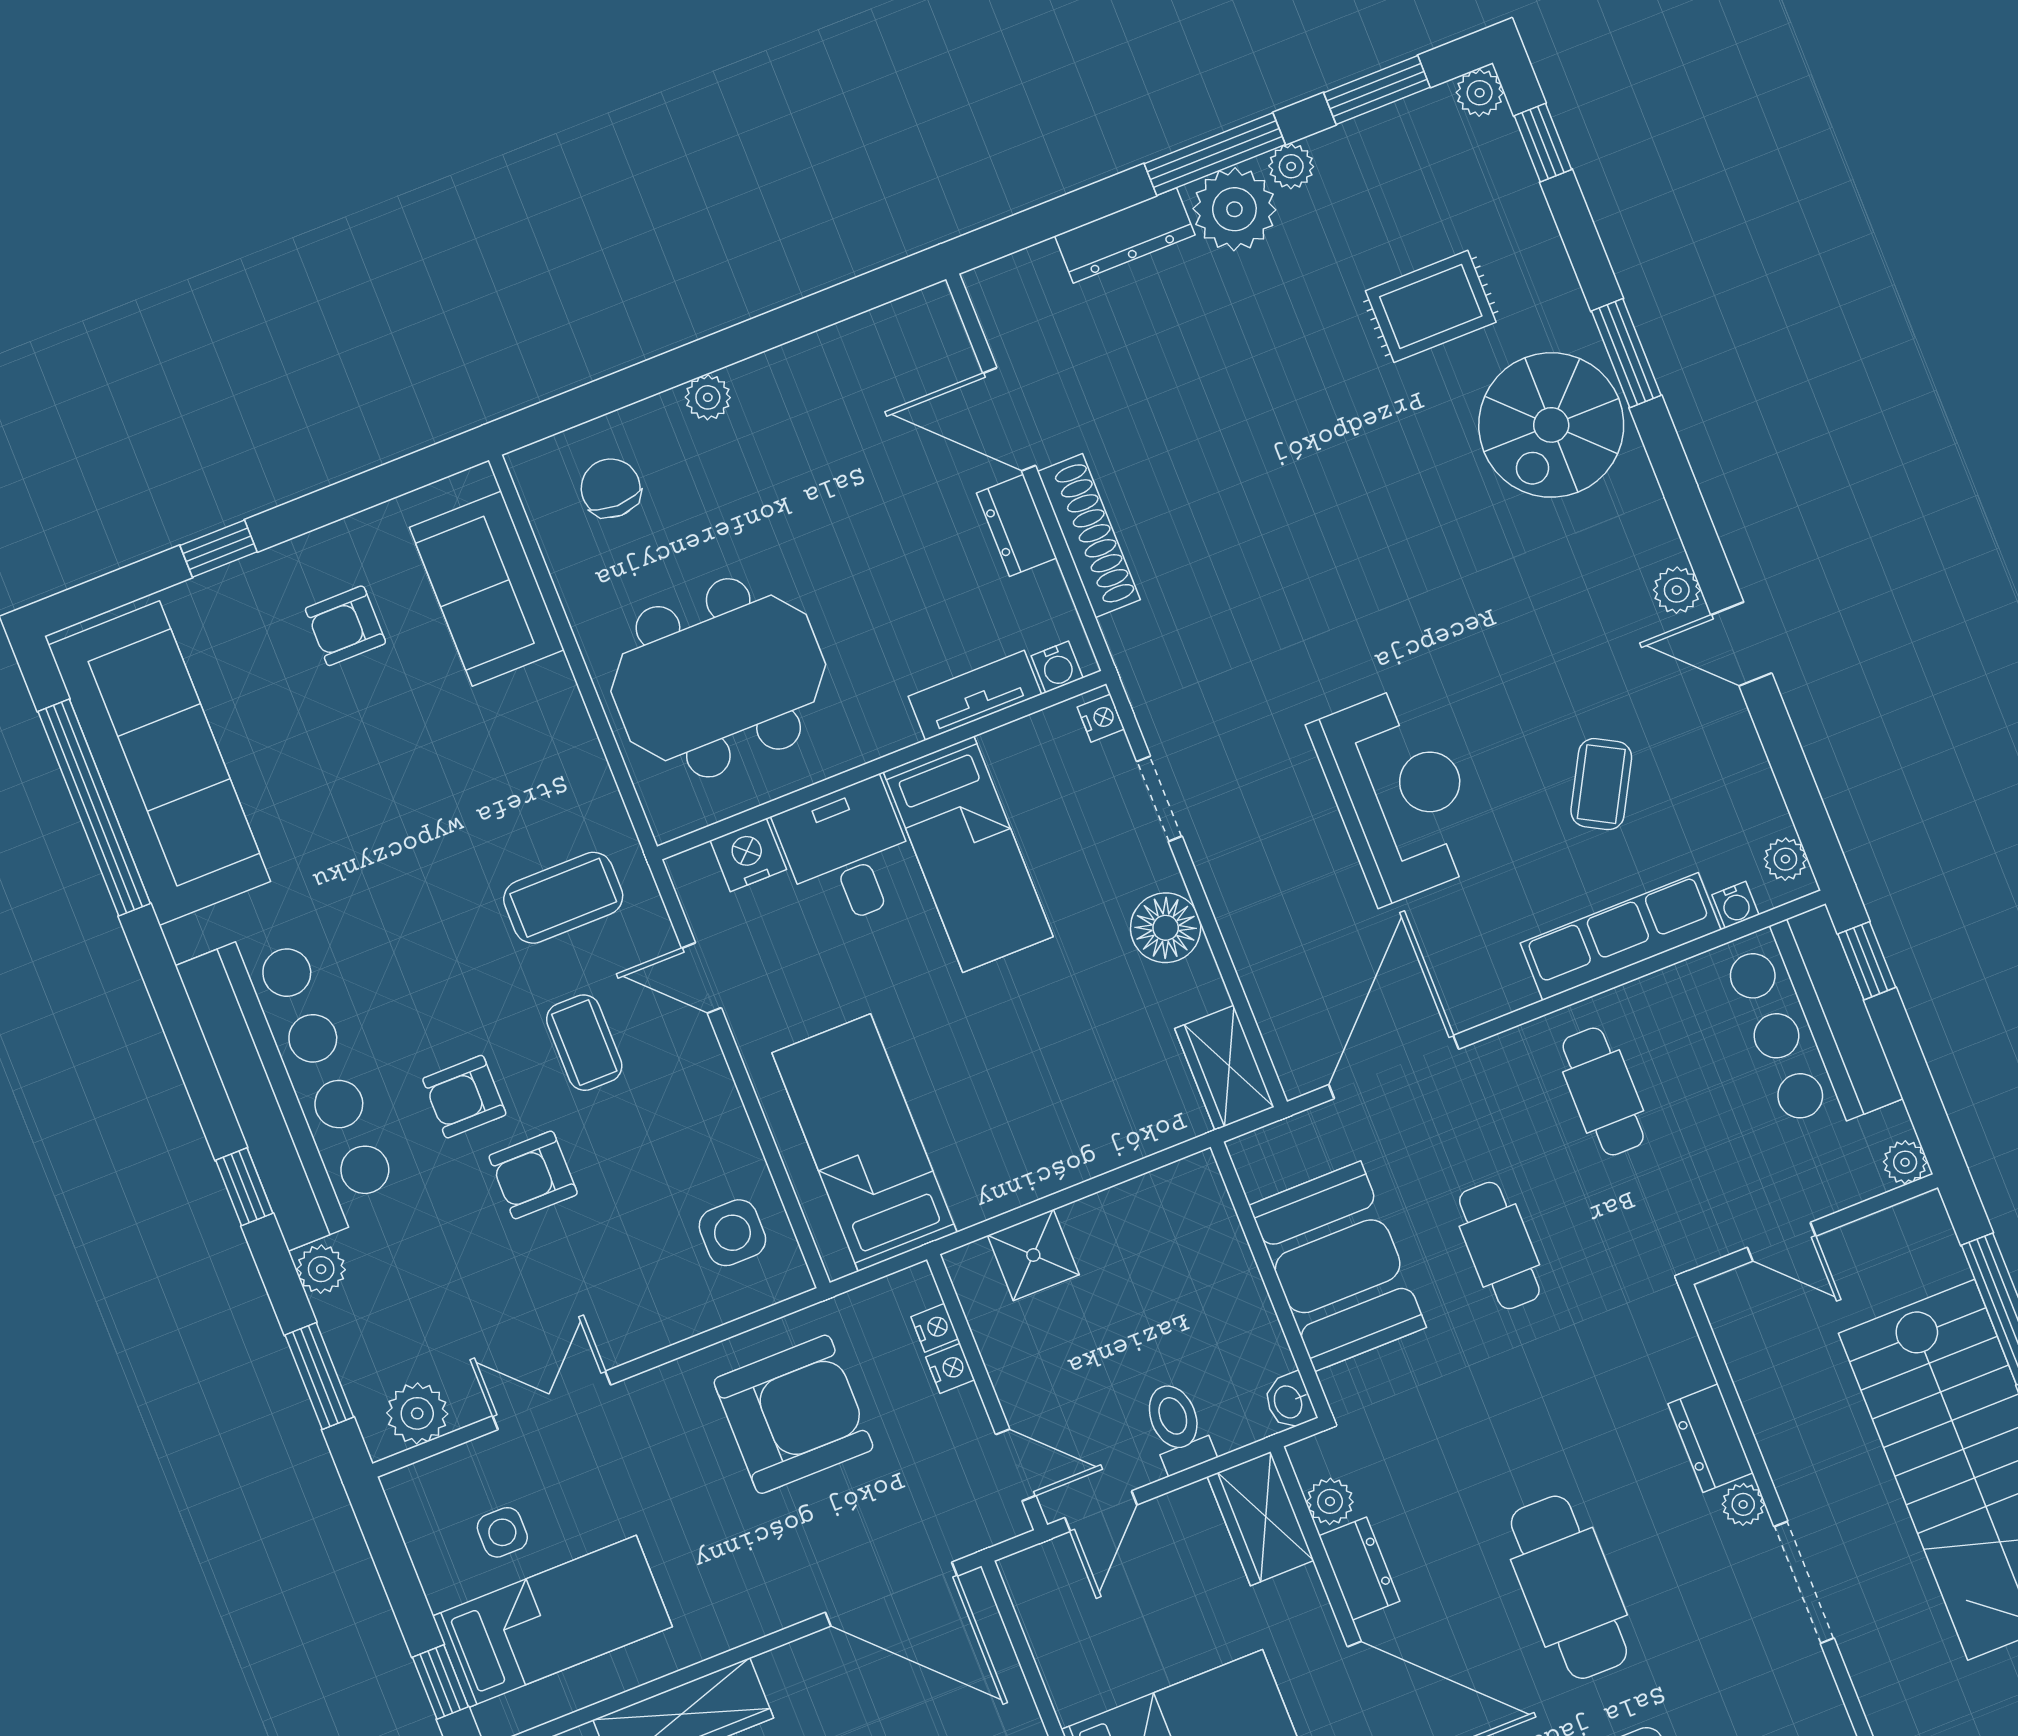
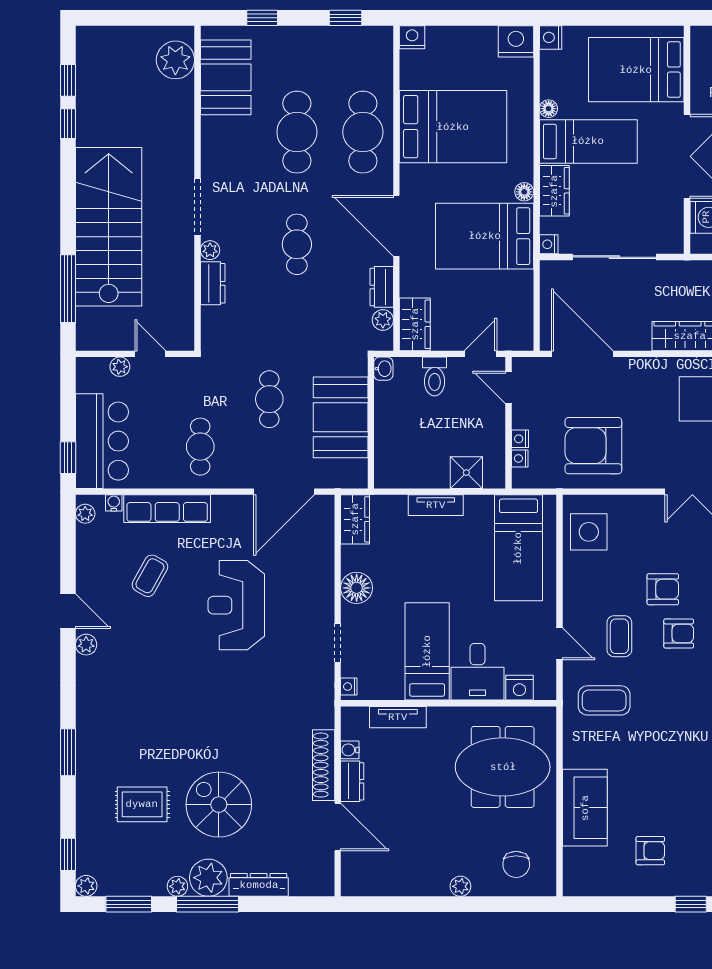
spiral stairs: (1551, 425) -> (219, 805), moved, turned -90
sofa: (487, 589) -> (585, 808), moved
water cooler: (1057, 667) -> (350, 750), moved, turned -90
plant: (1905, 1162) -> (120, 367), moved
tv unit: (1070, 1163) -> (436, 505), added
side table: (732, 1233) -> (589, 532), width x1.37, depth x1.37
cafe table: (1569, 1587) -> (297, 244), width x0.73, depth x0.74

